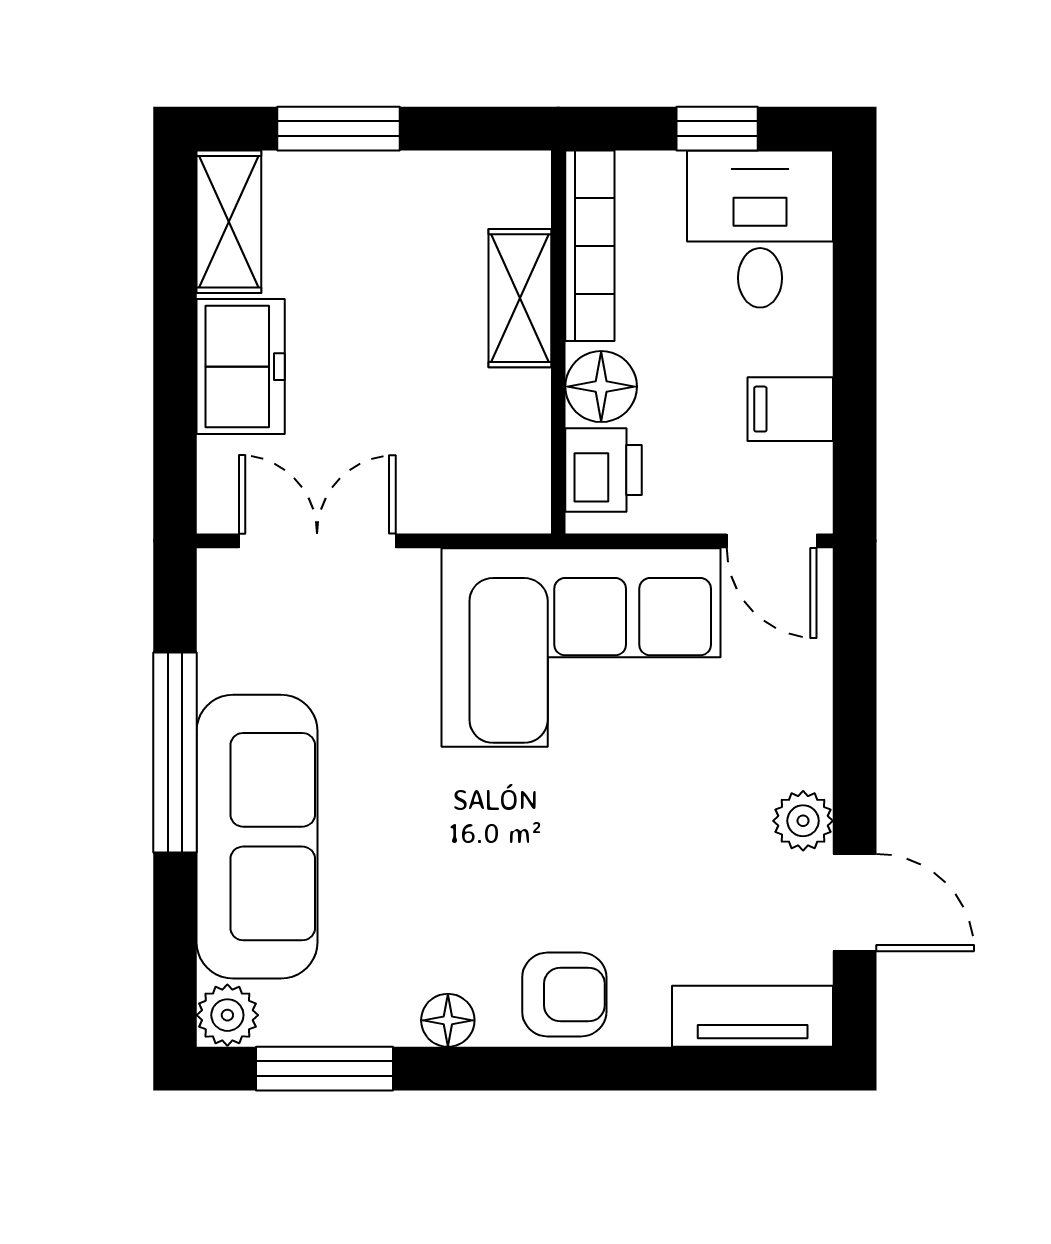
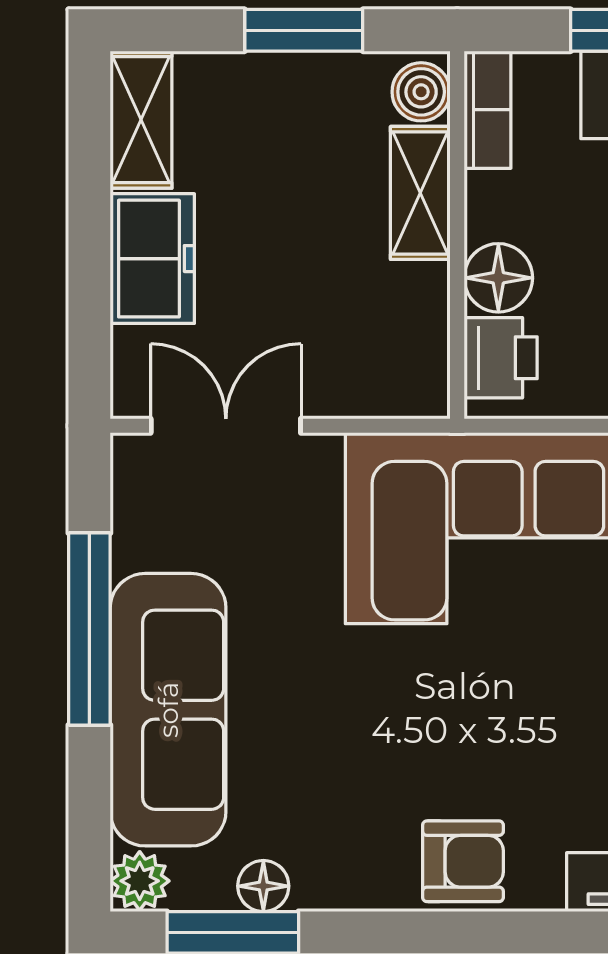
window: (339, 129) -> (304, 30), moved
boiler: (521, 193) -> (421, 92), added
bookcase: (590, 246) -> (488, 110), width x0.64
floor lamp: (448, 1020) -> (263, 886), moved

